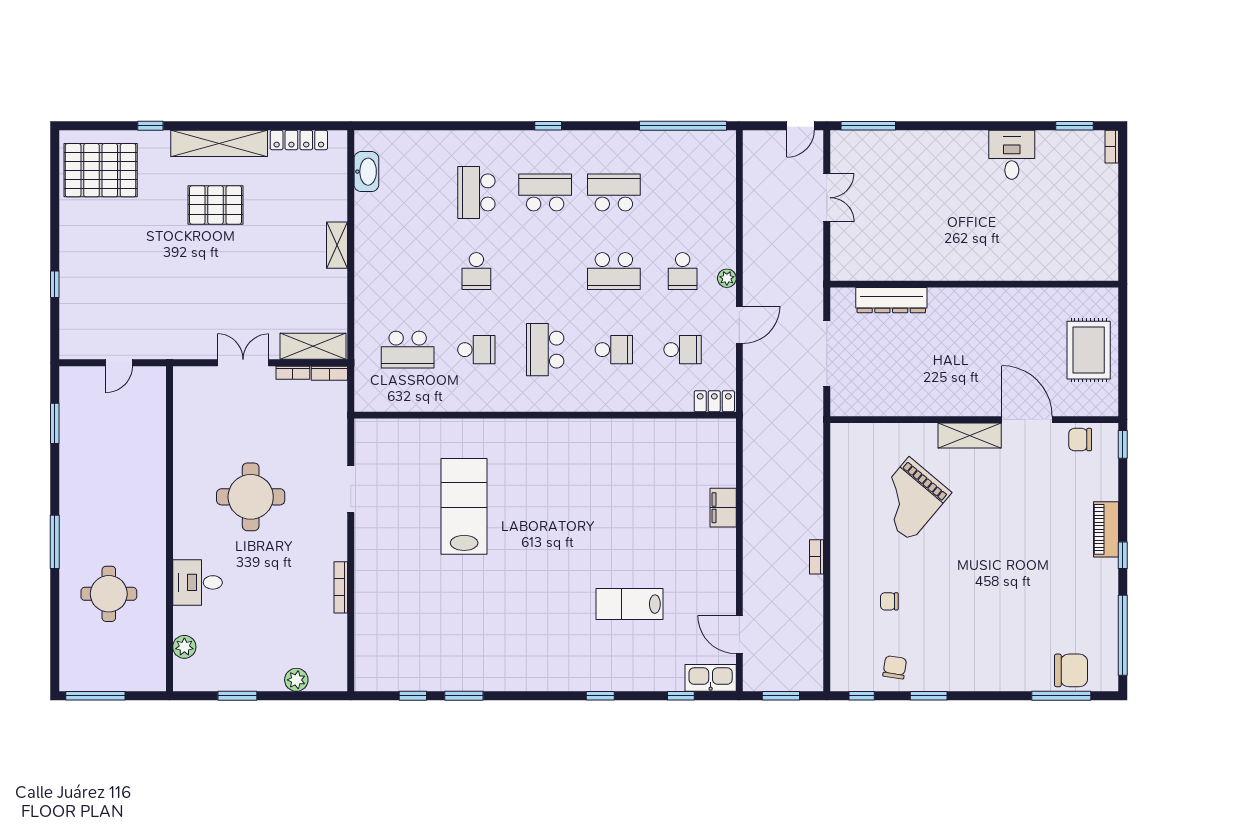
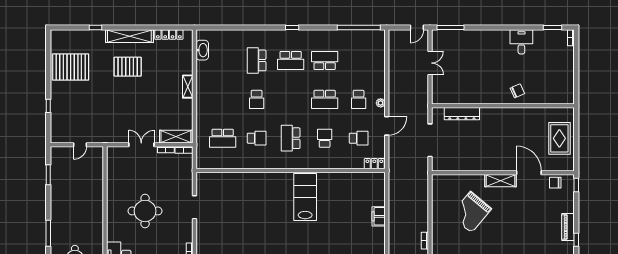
pallet: (101, 170) -> (71, 67), moved
school desk: (545, 192) -> (291, 60), turned 180
chair: (1003, 254) -> (517, 91), added
school desk: (614, 350) -> (325, 138), turned -90
lab bench: (464, 506) -> (305, 197), moved

